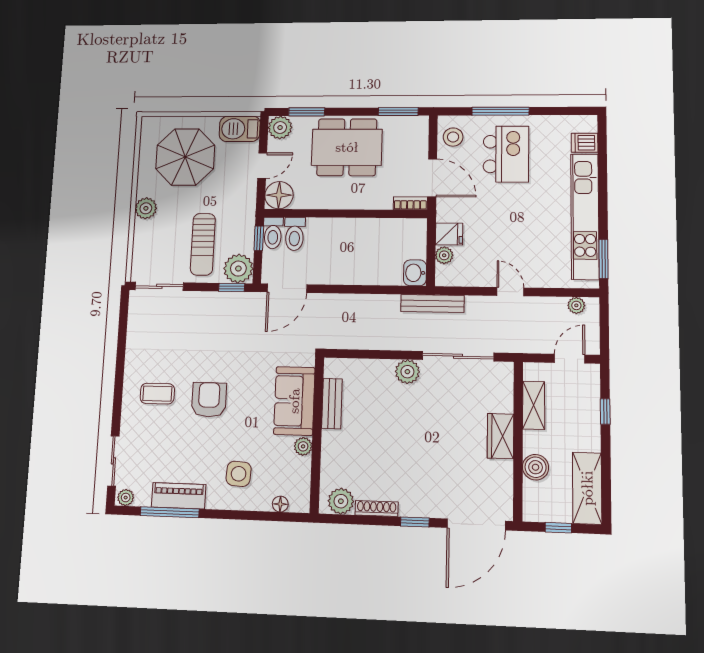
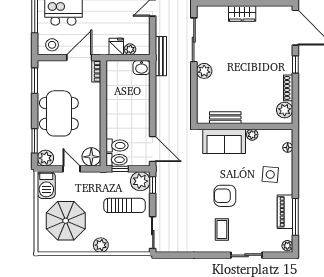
sliding door: (113, 461) -> (246, 255), moved

